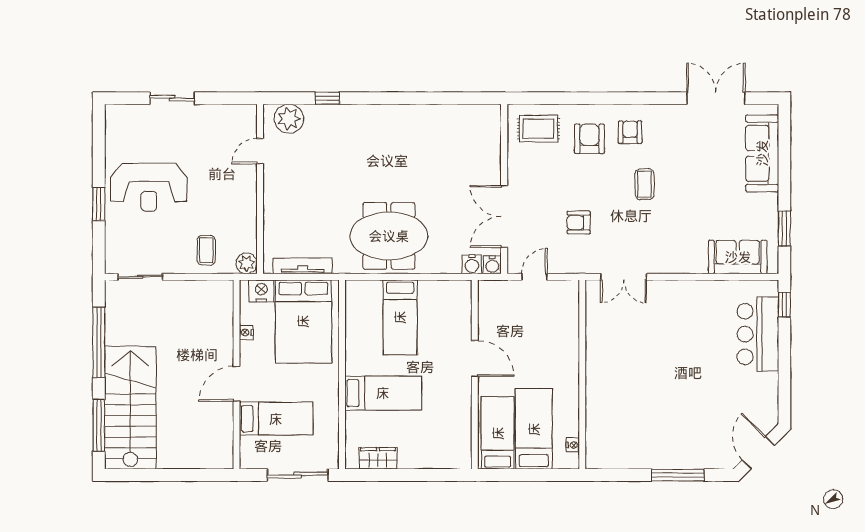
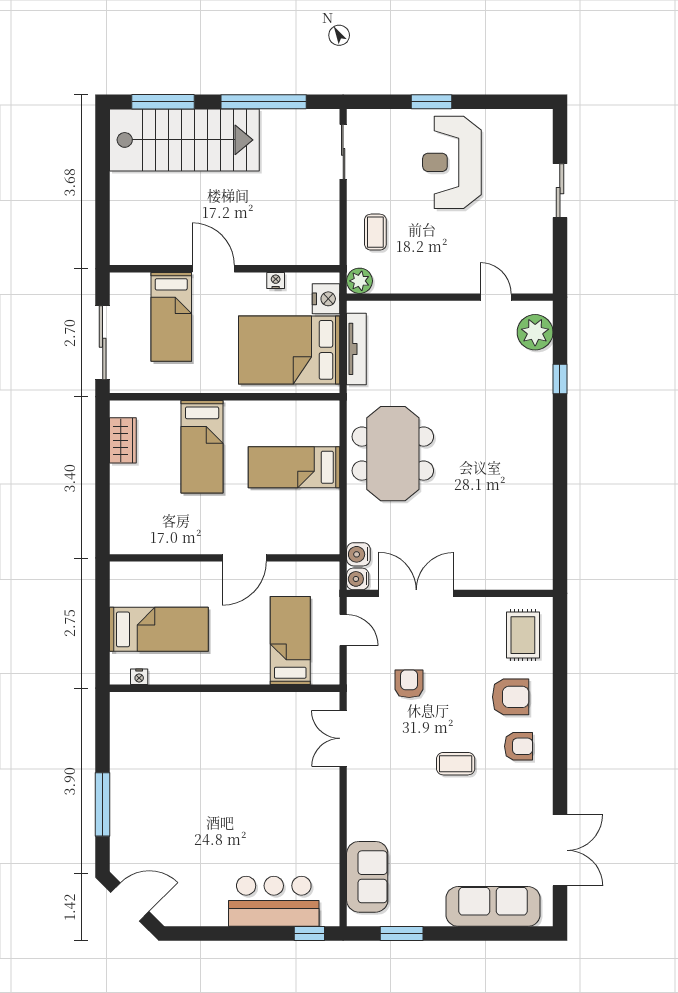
coffee table: (206, 250) -> (375, 232), turned 90
bed: (498, 433) -> (290, 641), moved, turned -90

